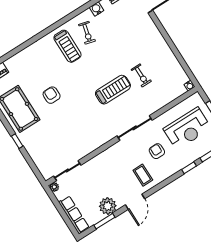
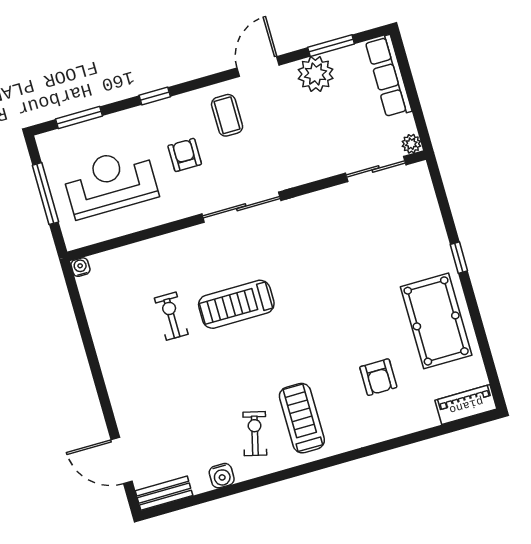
armchair: (52, 95) -> (378, 377), moved
sliding door: (135, 128) -> (241, 207), moved
armchair: (157, 151) -> (185, 155), turned 180
window: (189, 168) -> (155, 96), moved

